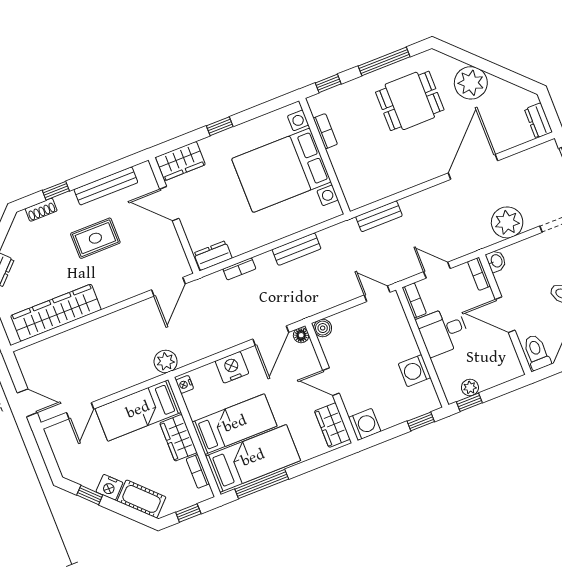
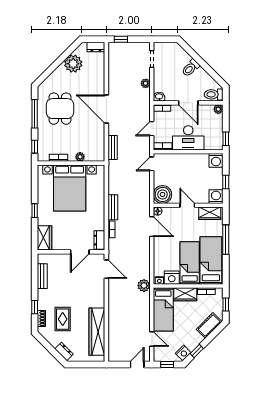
plant: (471, 83) -> (73, 64), moved
plant: (341, 167) -> (80, 157), added
door: (473, 167) -> (106, 109), moved
bench: (106, 186) -> (42, 276), width x0.73
door: (169, 204) -> (80, 252), moved
plant: (507, 222) -> (146, 83), width x0.53, depth x0.53
rug: (95, 238) -> (63, 319), moved
bench: (297, 249) -> (113, 207), moved
door: (505, 315) -> (188, 103), hinge flipped
boiler: (323, 328) -> (163, 194), width x1.86, depth x1.86
desk: (443, 331) -> (188, 138), width x1.37
nightstand: (232, 367) -> (172, 278), moved, turned -90
washing machine: (414, 371) -> (216, 160), moved
door: (331, 382) -> (187, 205), swing flipped
plant: (470, 387) -> (218, 109), moved
window: (421, 421) -> (226, 182), moved
window: (47, 454) -> (167, 364), added
window: (262, 484) -> (226, 240), moved
nightstand: (109, 487) -> (183, 353), moved

